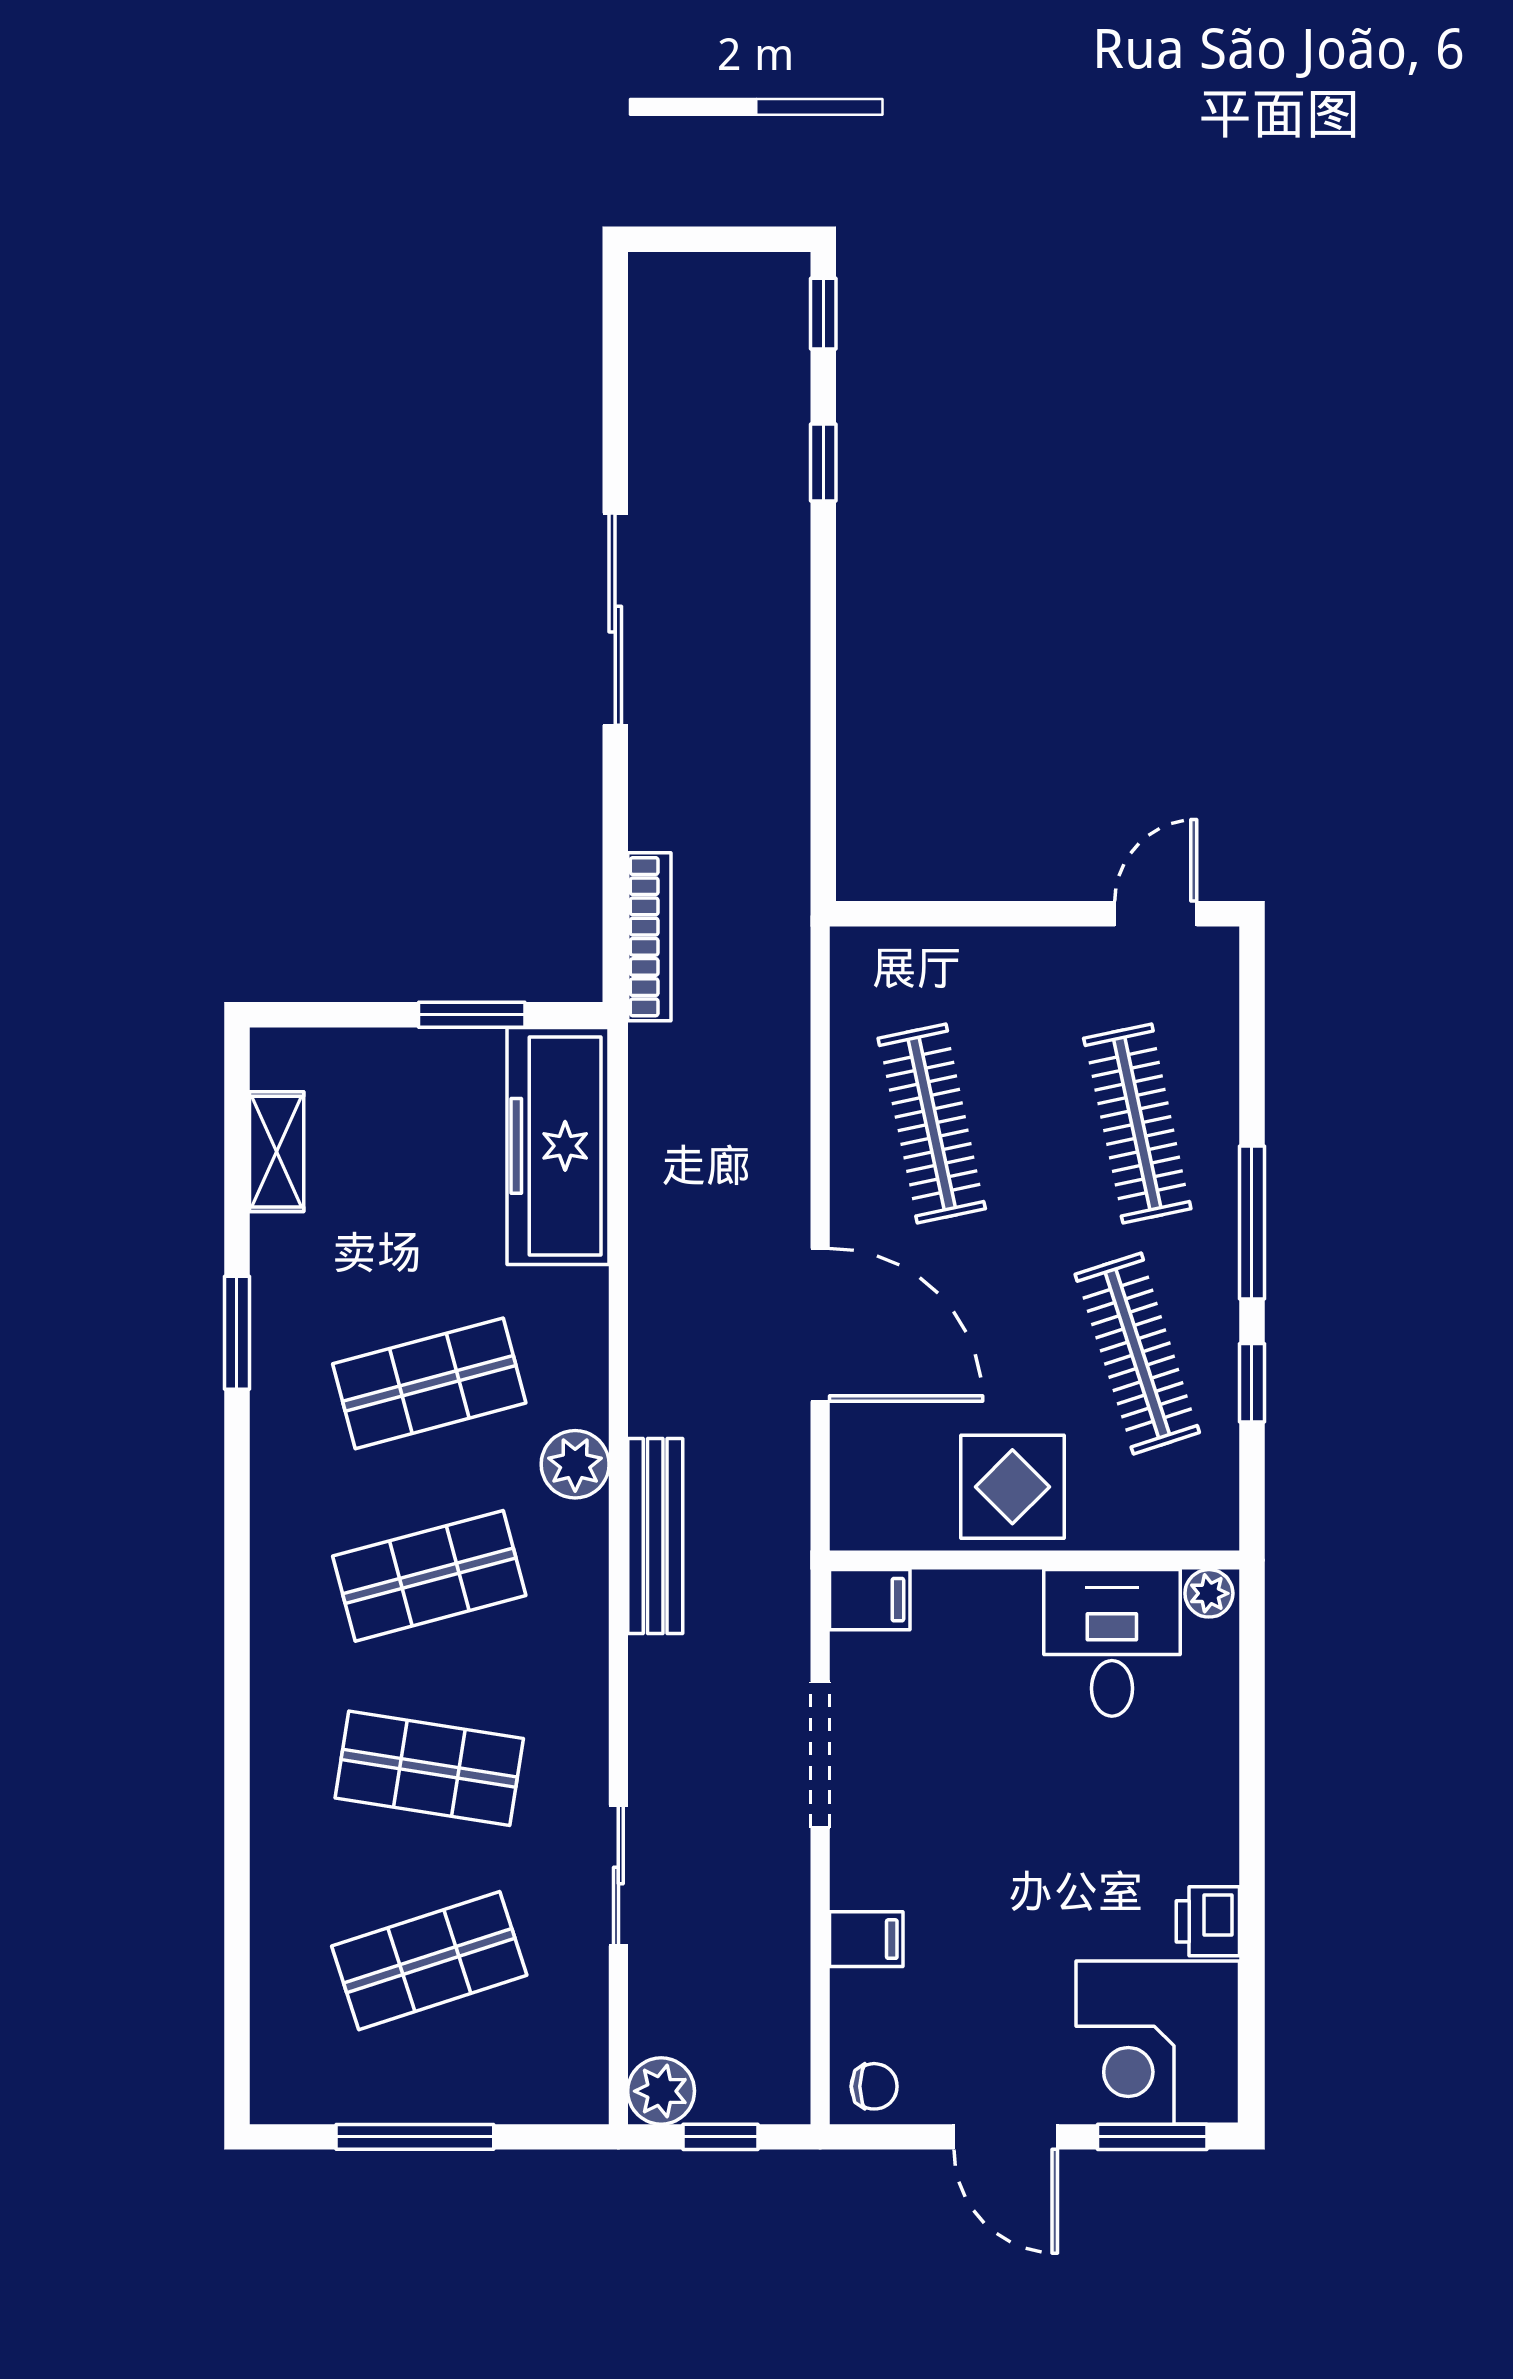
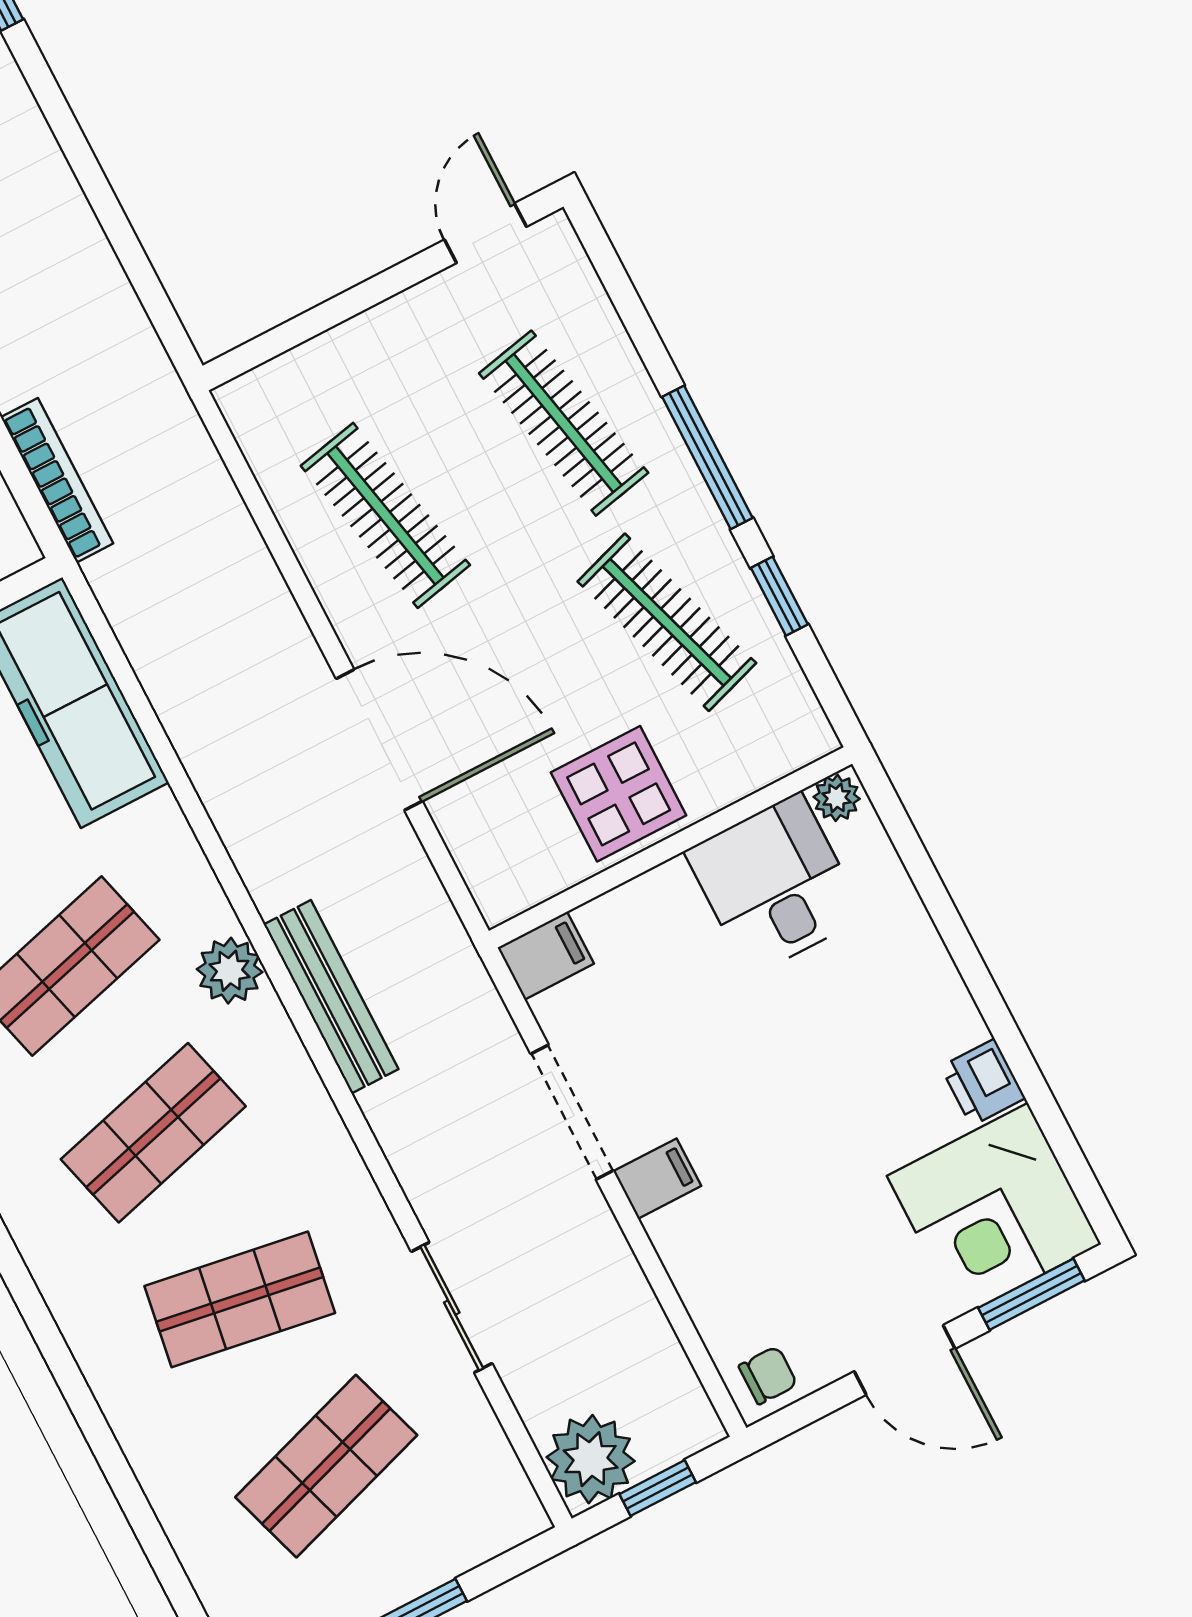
filing cabinet: (866, 1939) -> (657, 1179), moved
plant: (661, 2091) -> (591, 1459), width x1.36, depth x1.36

